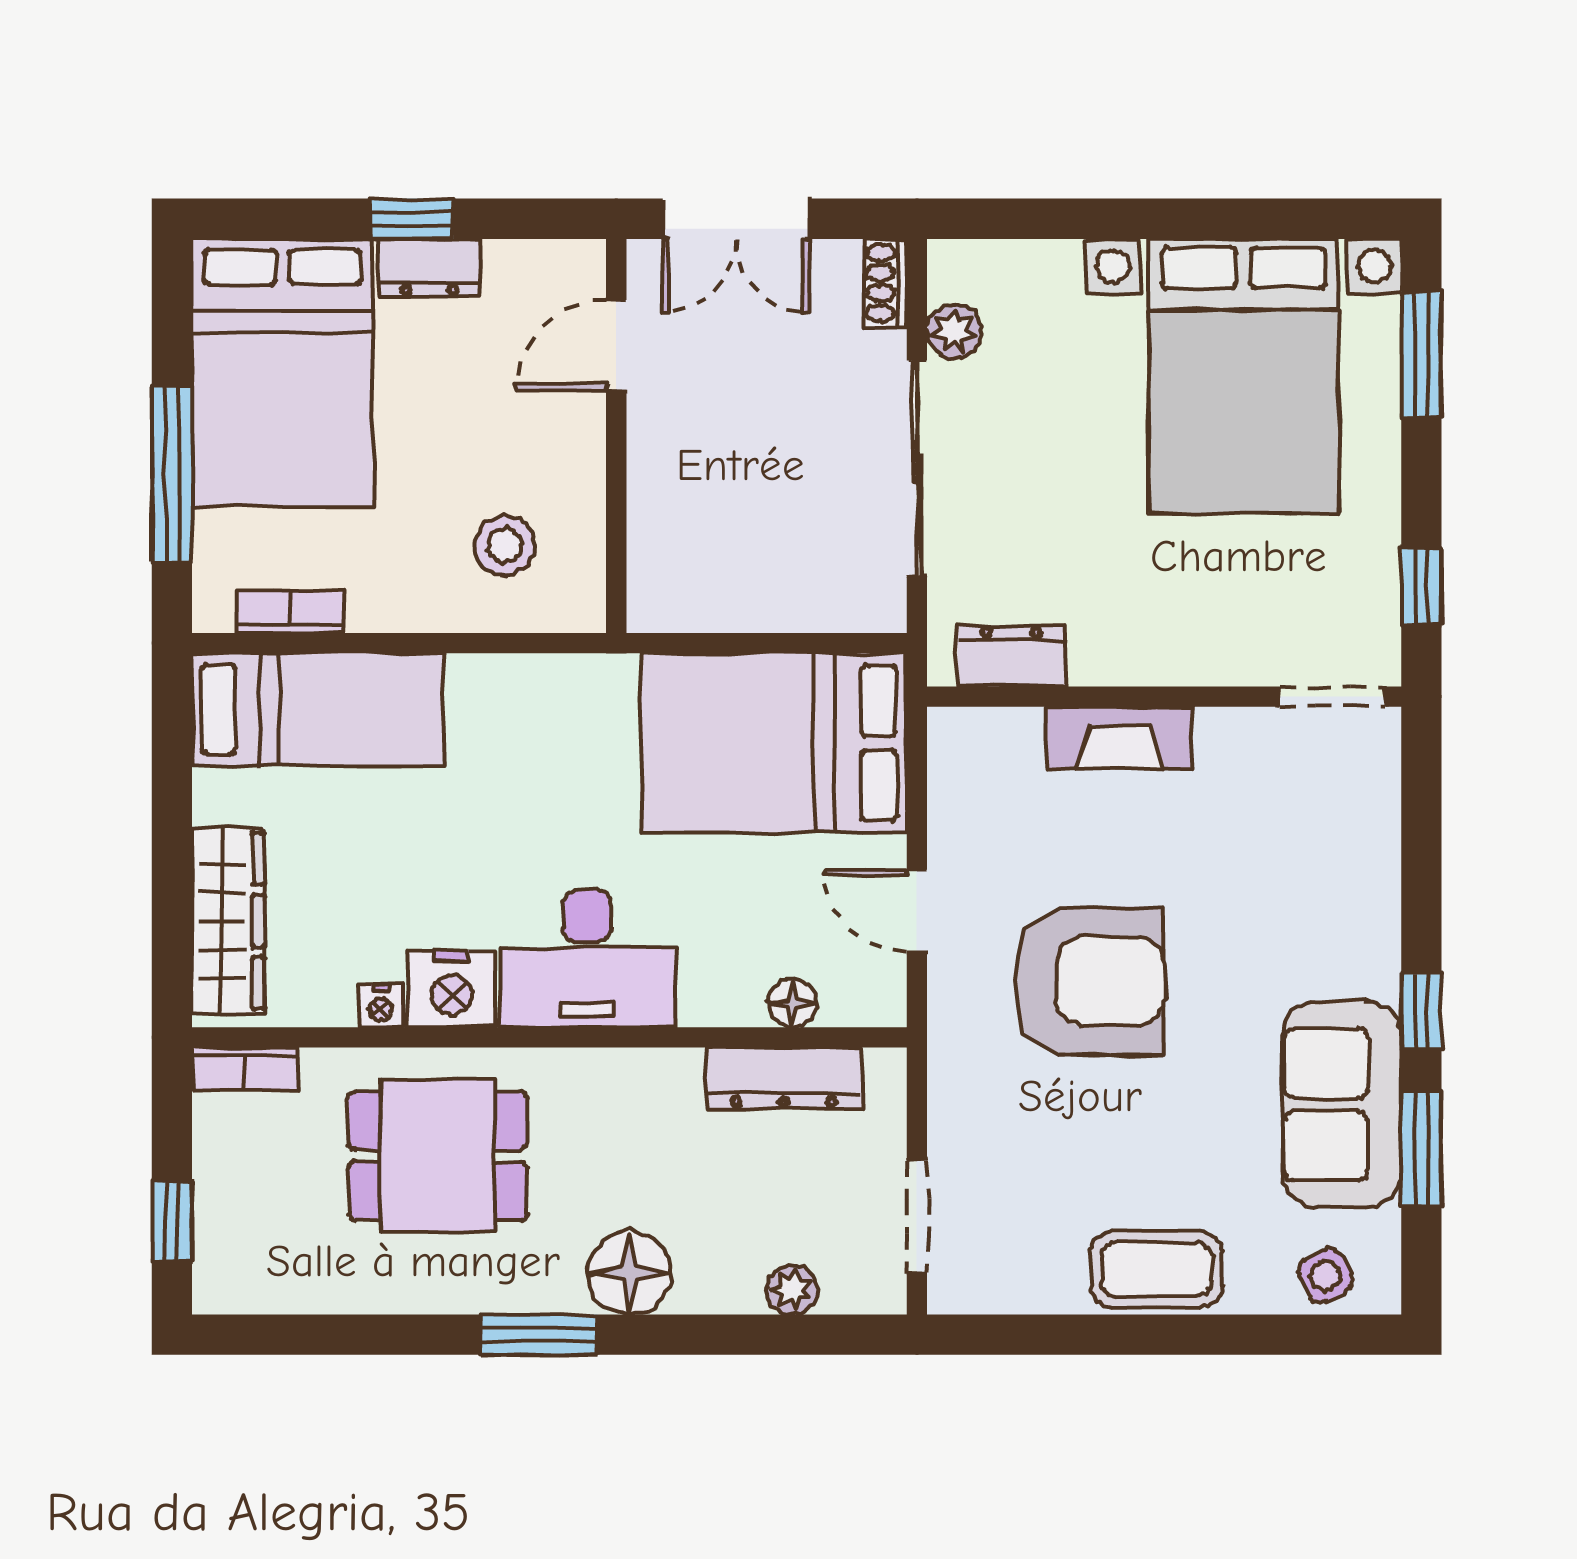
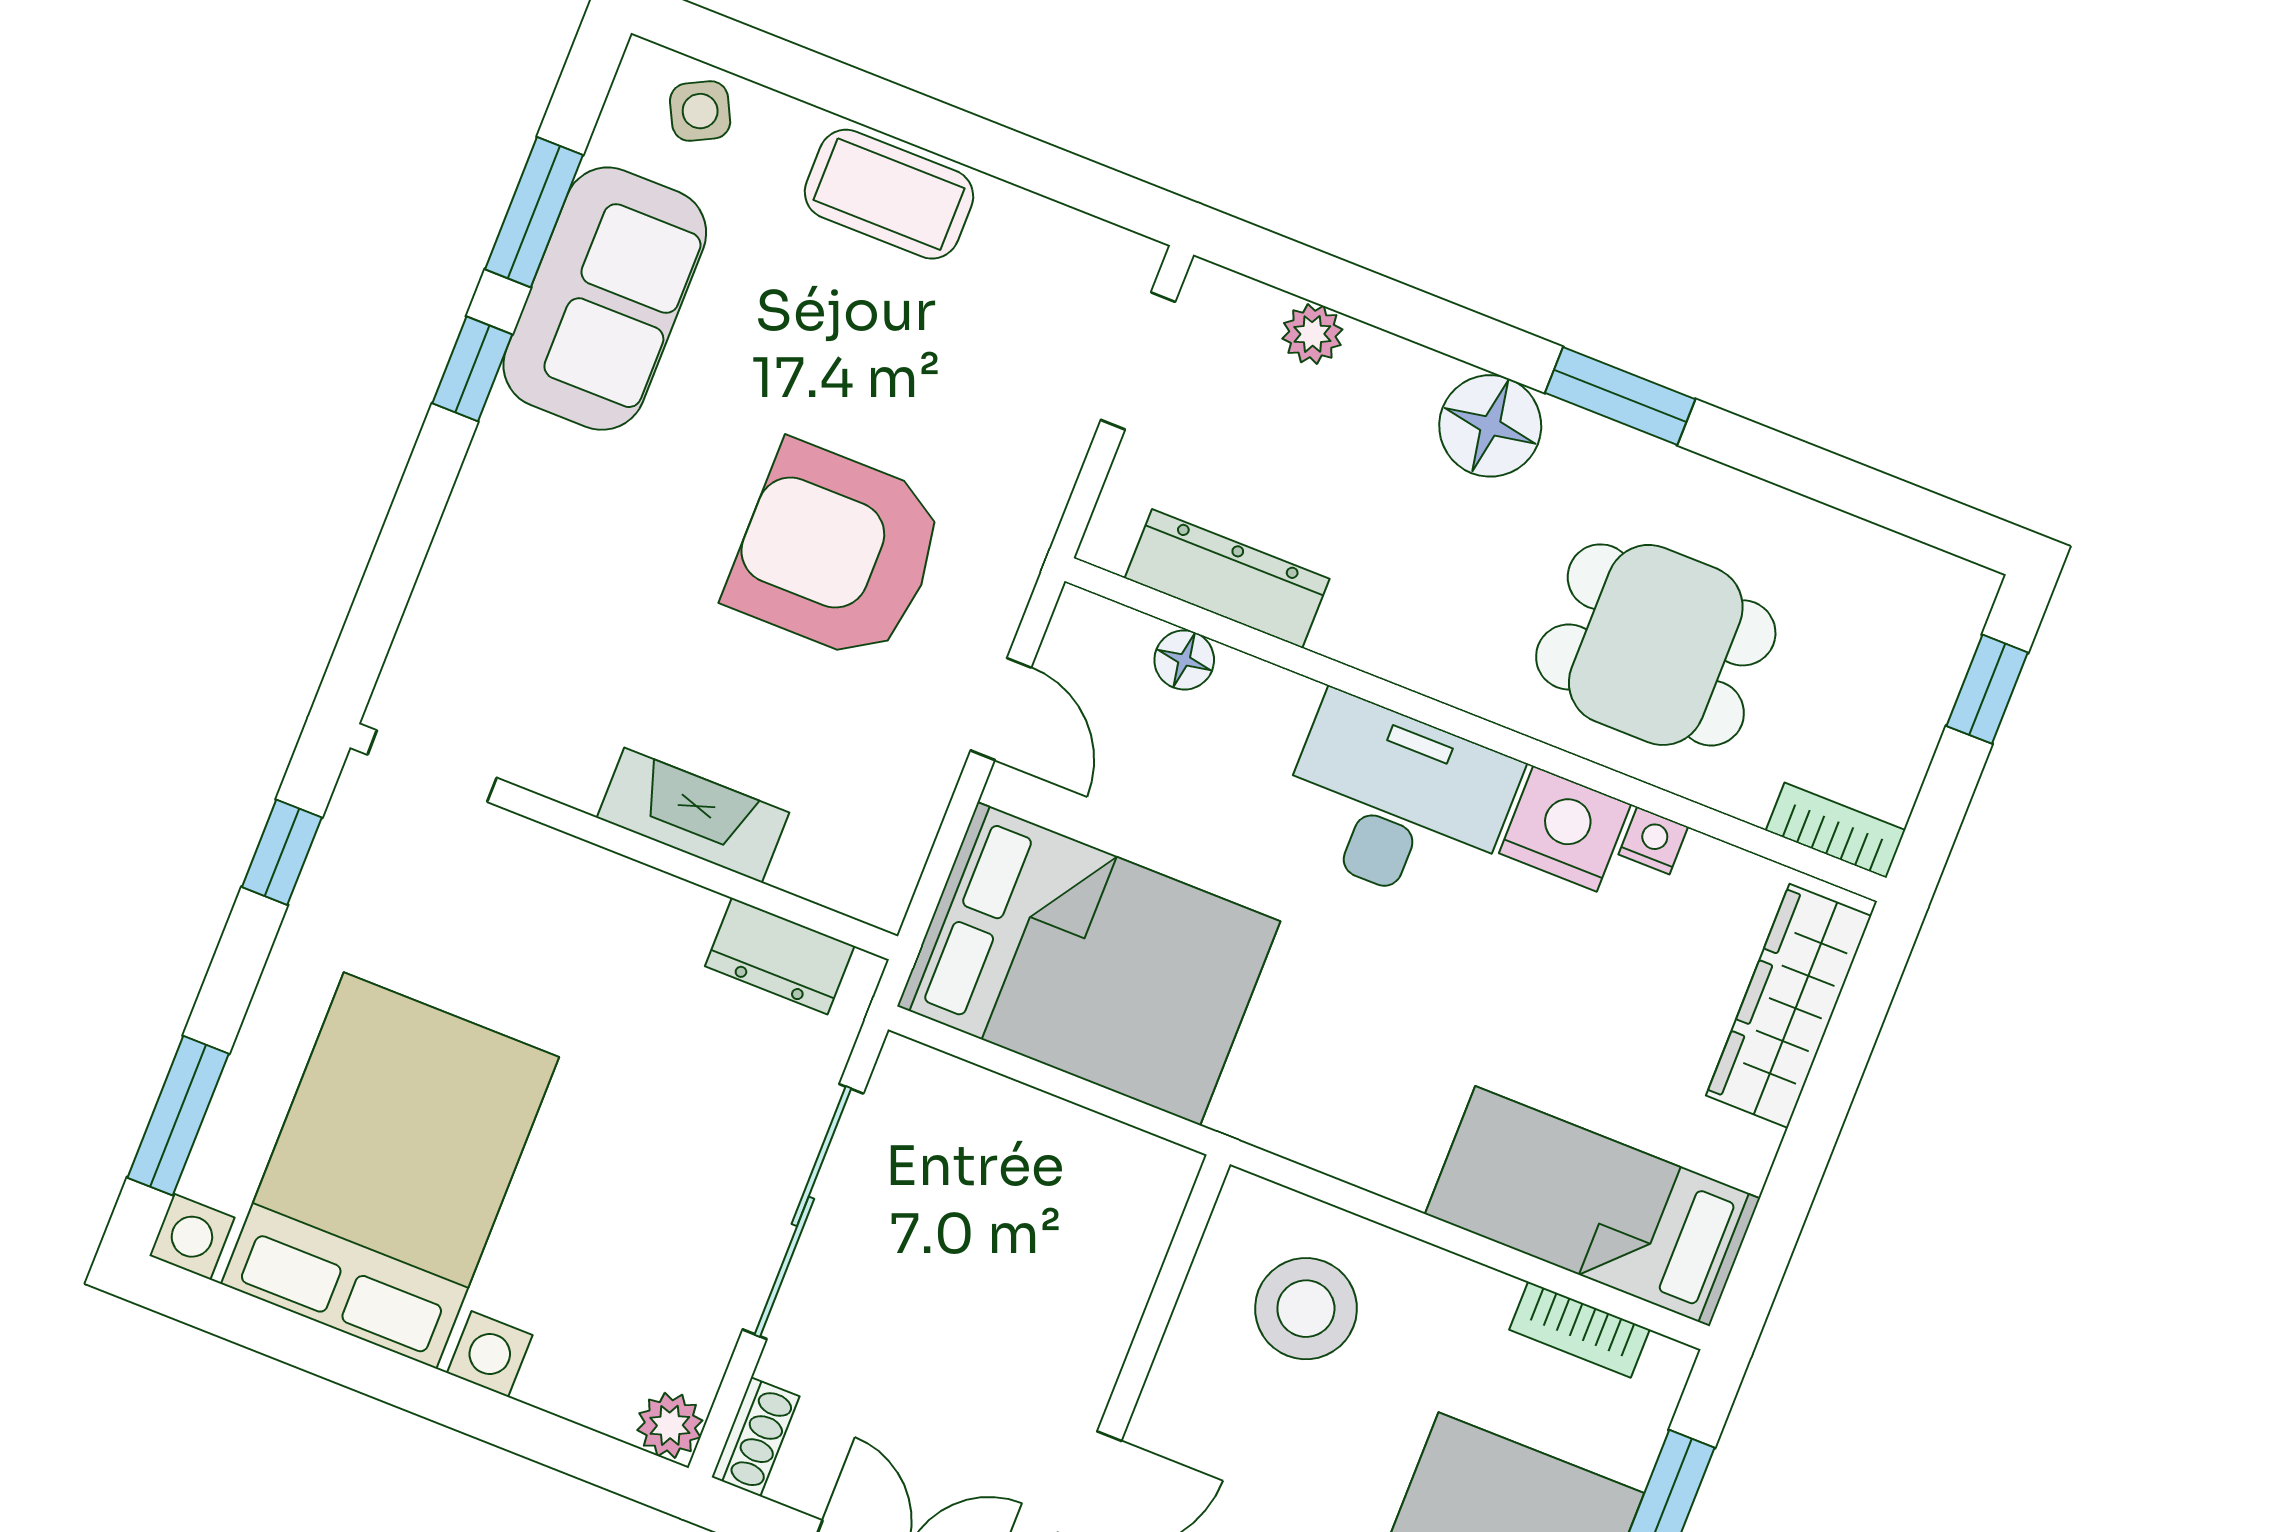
plant: (954, 331) -> (670, 1425), moved
stool: (505, 546) -> (1306, 1309), width x1.38, depth x1.38

